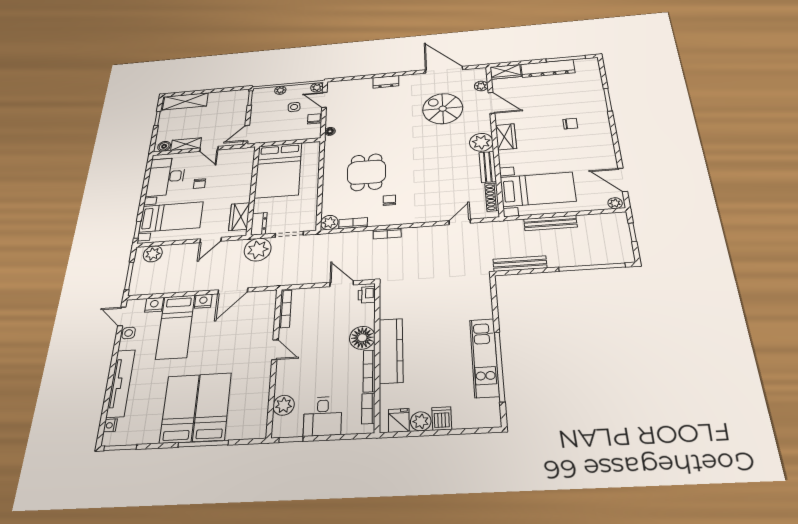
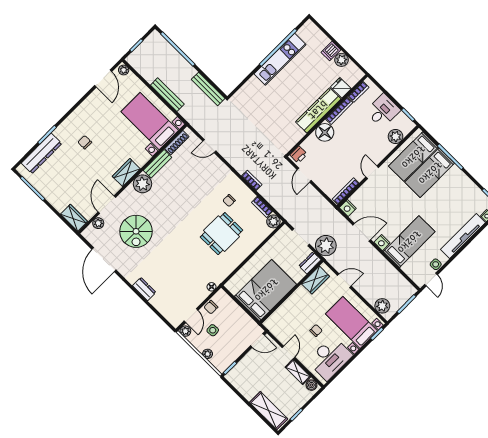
dresser: (548, 69) -> (42, 153), moved, turned 90
nightstand: (154, 305) -> (348, 208), moved
bed: (179, 409) -> (413, 157), moved
fridge: (399, 420) -> (341, 88), moved, turned 90

